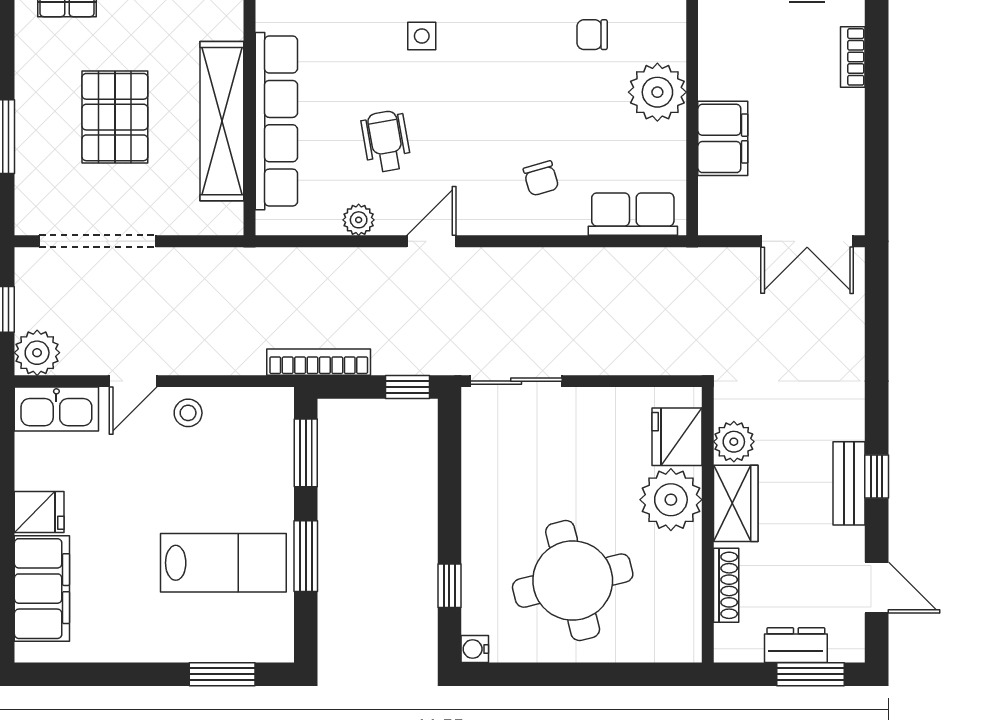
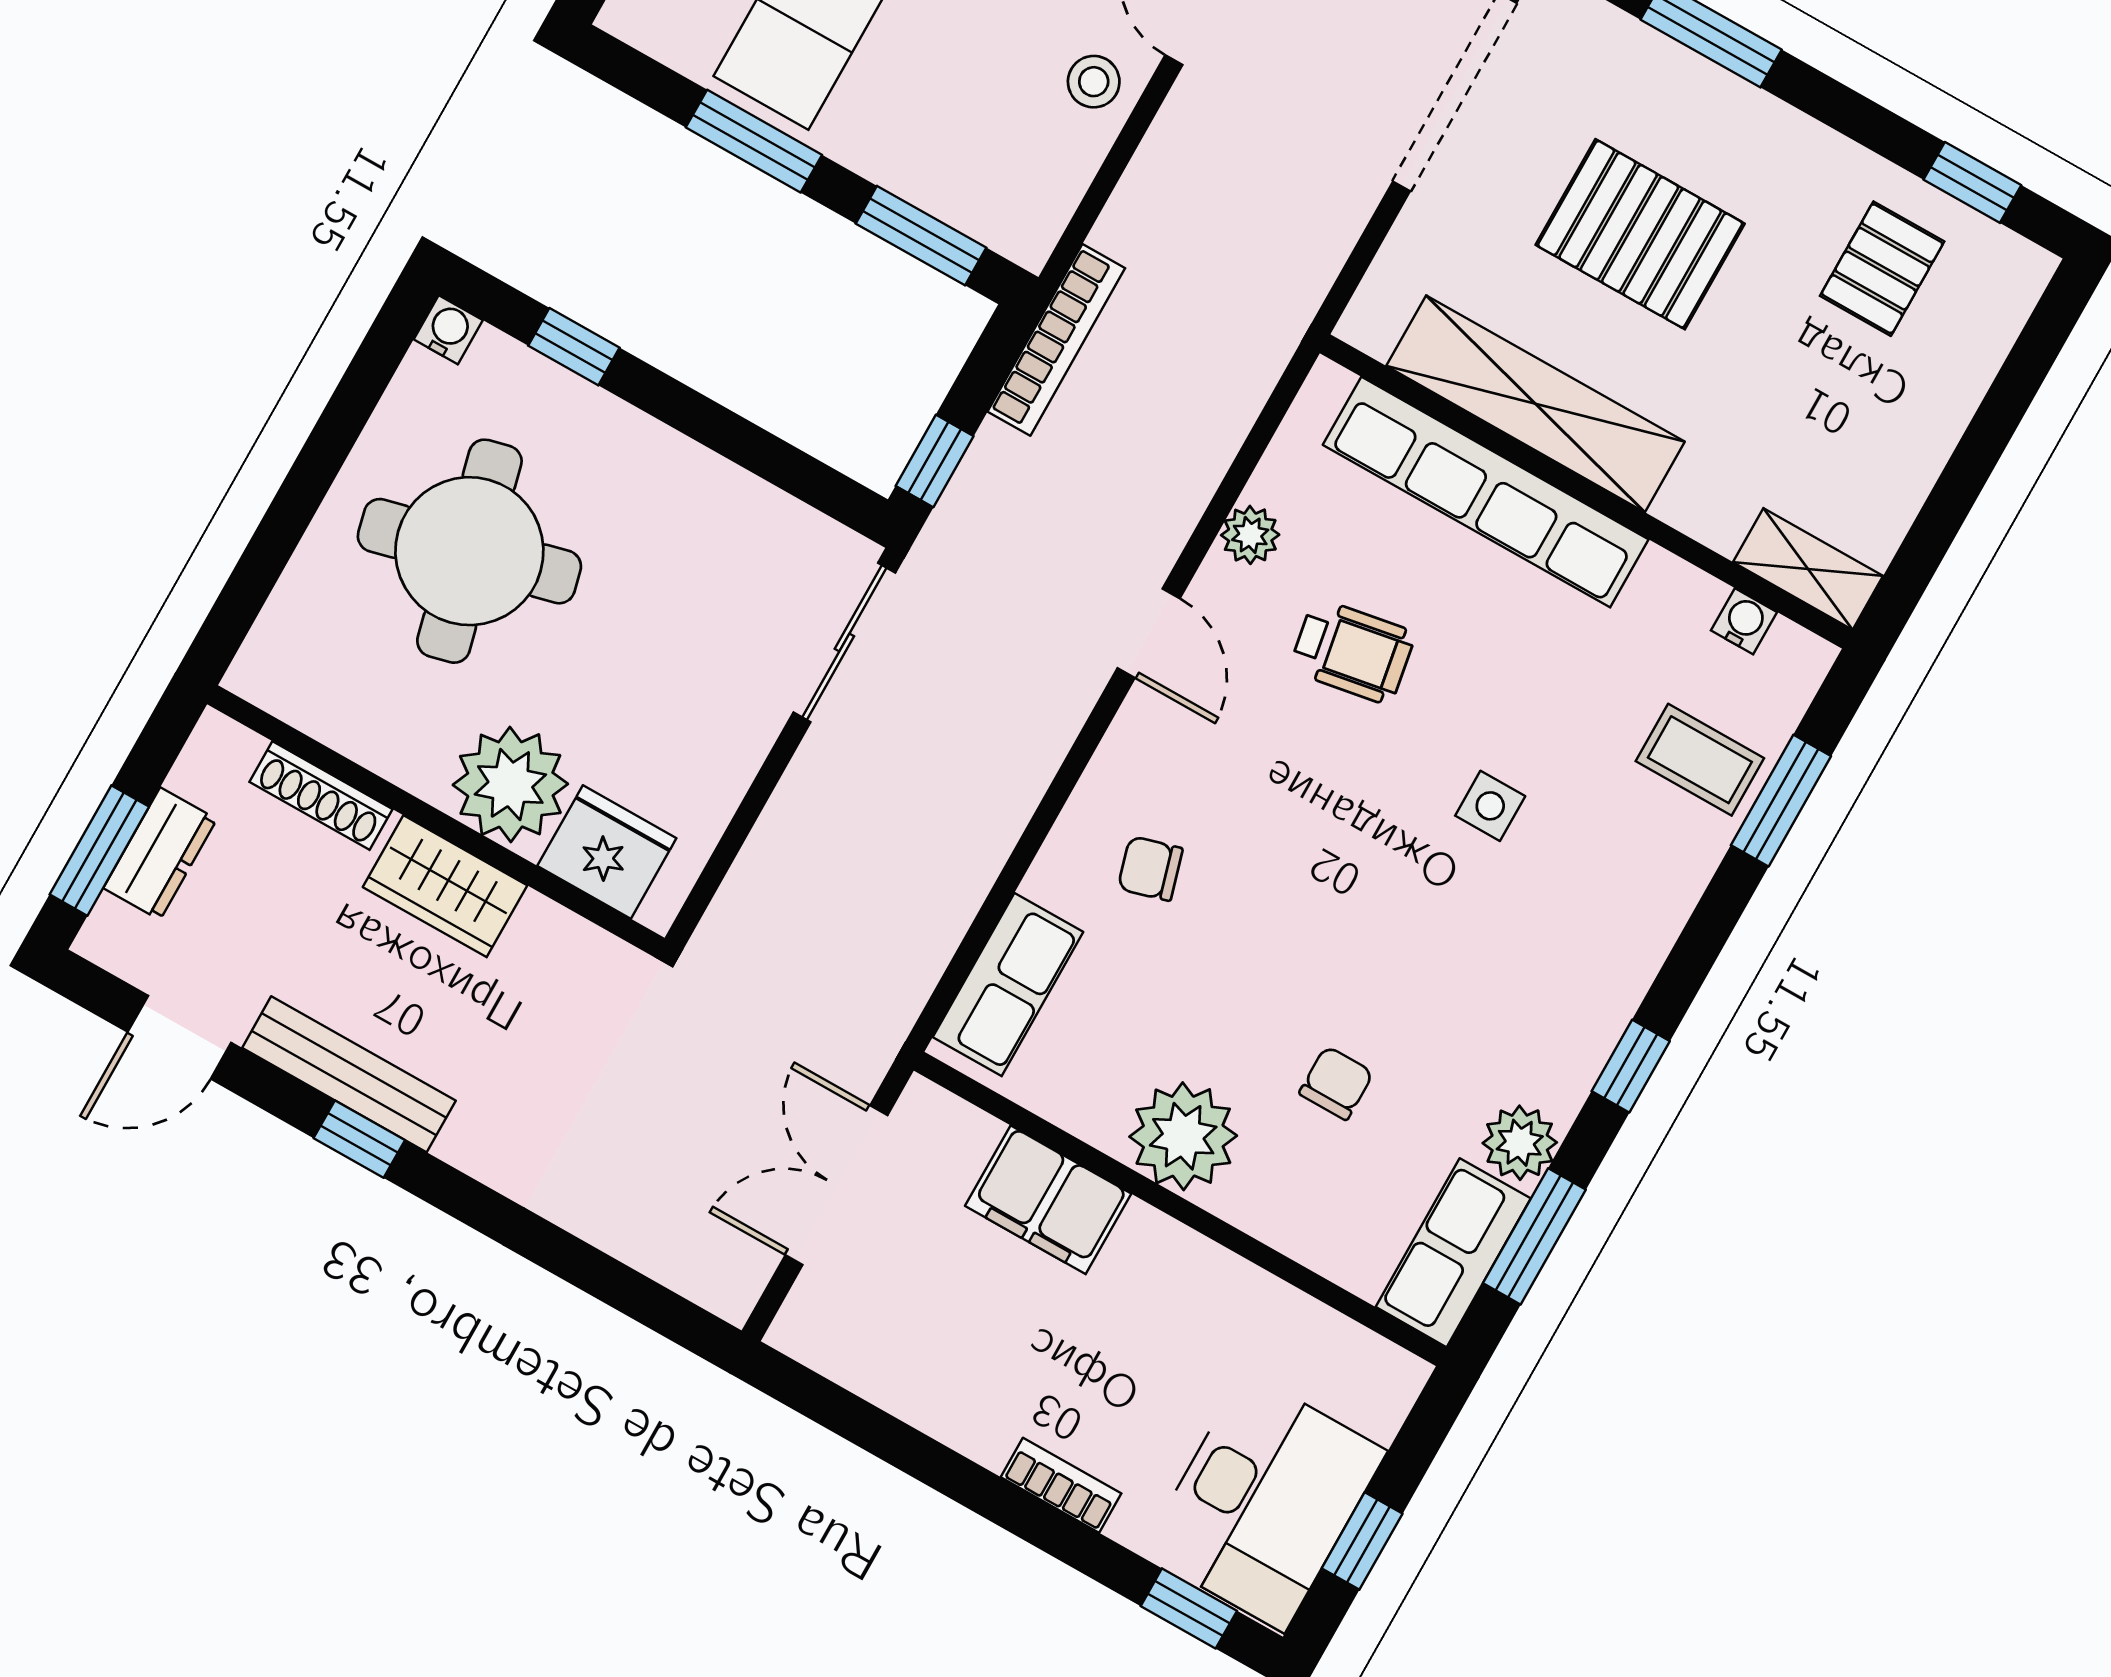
double door: (807, 241) -> (836, 1185), moved
plant: (734, 442) -> (547, 940), removed
bench: (849, 483) -> (349, 1074), width x1.36

